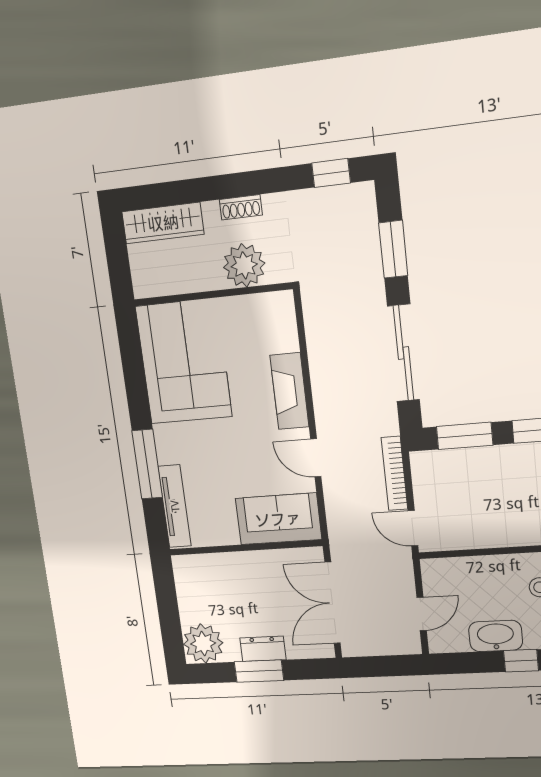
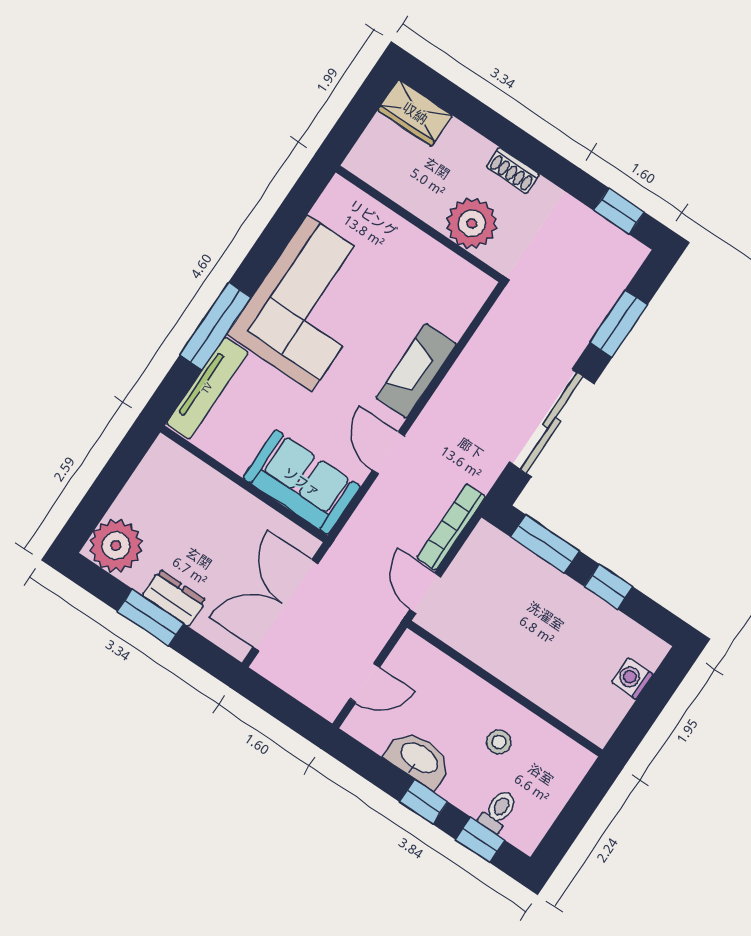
wardrobe: (163, 223) -> (415, 113), width x0.67
corner sofa: (184, 362) -> (310, 303), moved

